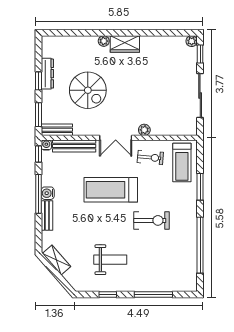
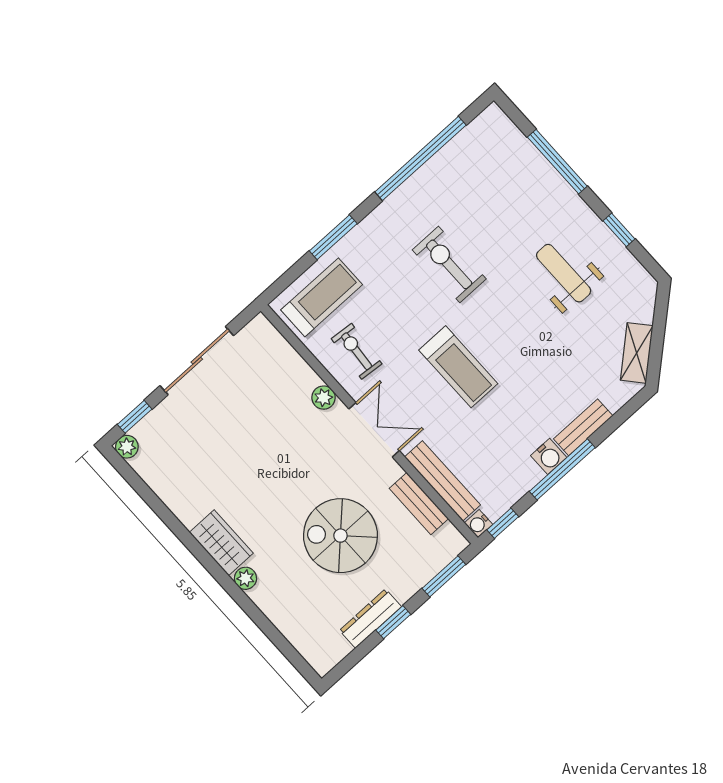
spiral stairs: (88, 90) -> (340, 536), turned -90
bench: (57, 130) -> (419, 504), moved
treadmill: (111, 190) -> (458, 367), width x0.73, depth x0.73

